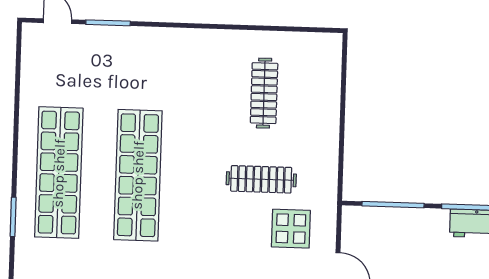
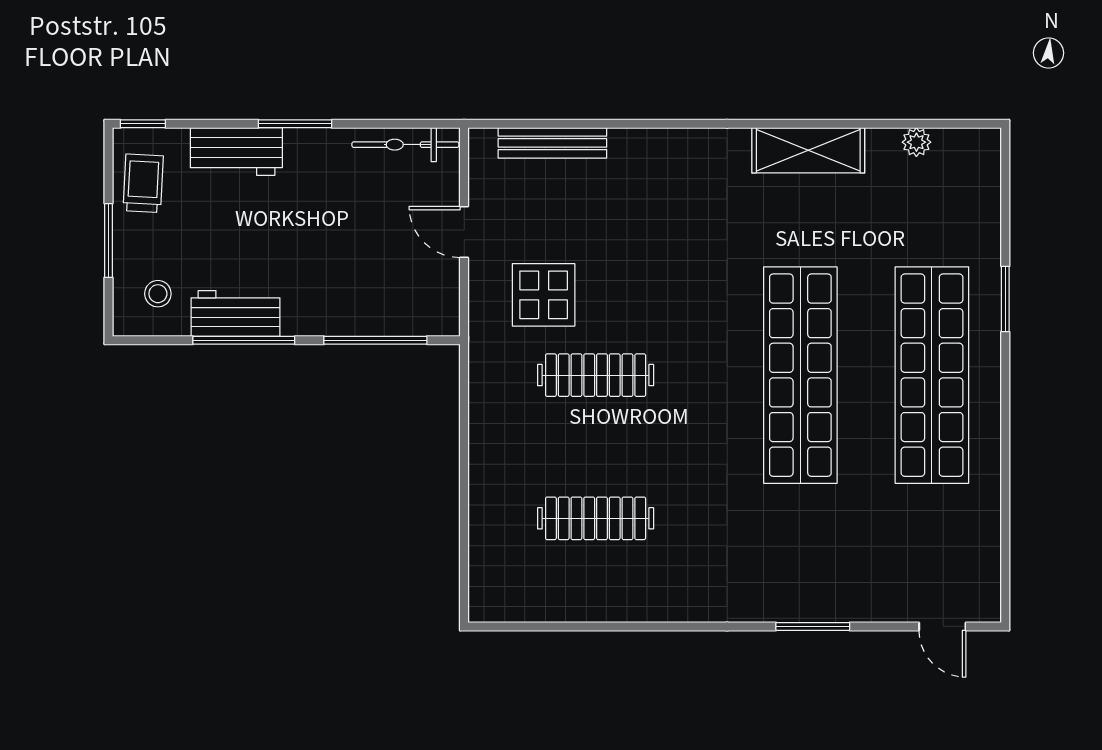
window: (108, 23) -> (813, 626), moved
clothes rail: (264, 93) -> (596, 518), turned 90

